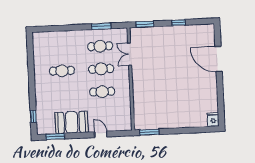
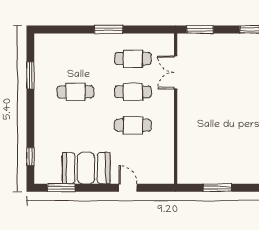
window: (101, 26) -> (109, 29), moved
window: (31, 61) -> (30, 75), added
window: (149, 132) -> (217, 188), moved

